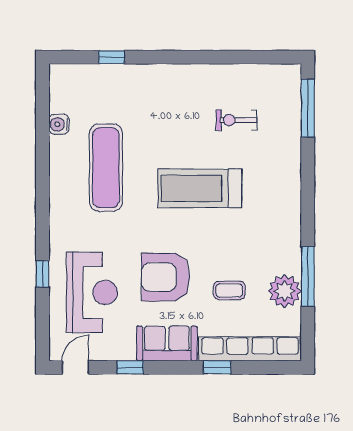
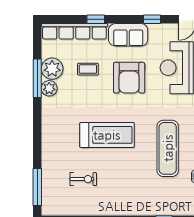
plant: (289, 261) -> (49, 88), added
armchair: (166, 277) -> (129, 78), turned 90

